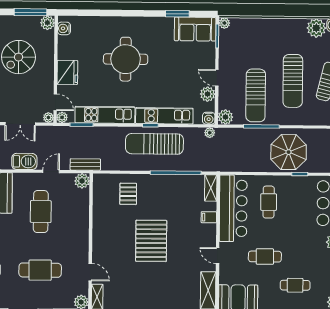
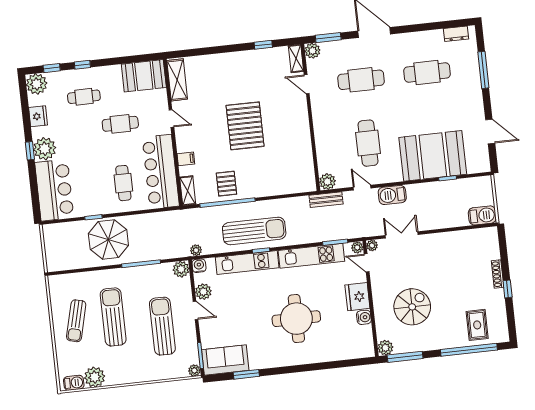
water cooler: (64, 28) -> (364, 317), moved
sun lounger: (256, 95) -> (162, 326), moved
door: (51, 171) -> (362, 188), swing flipped
pallet: (128, 194) -> (226, 184), moved

